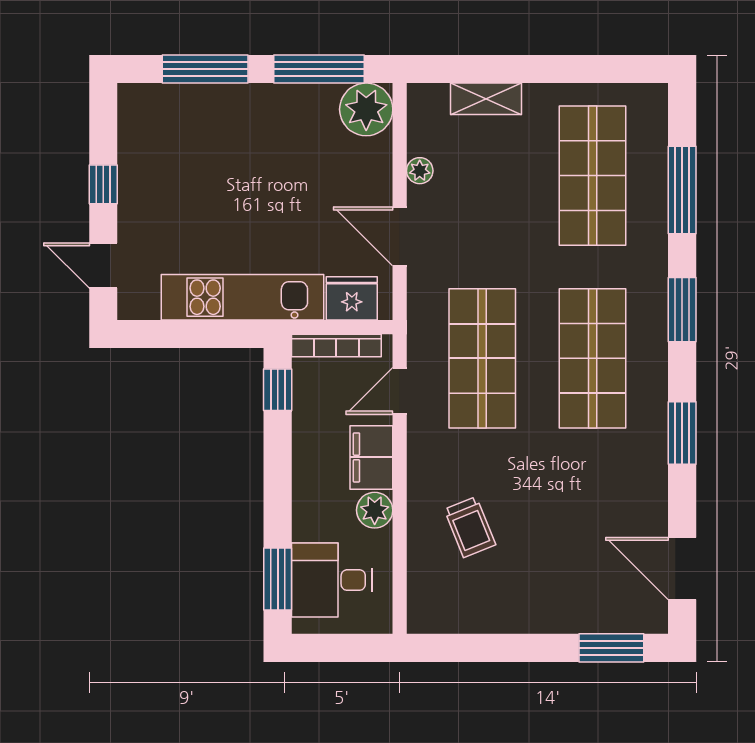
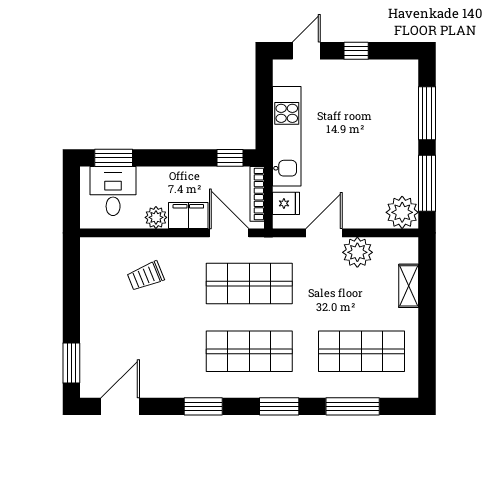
plant: (420, 171) -> (357, 252), width x1.87, depth x1.87
fridge: (352, 298) -> (286, 203), width x0.72
door: (400, 391) -> (229, 233), width x1.38

